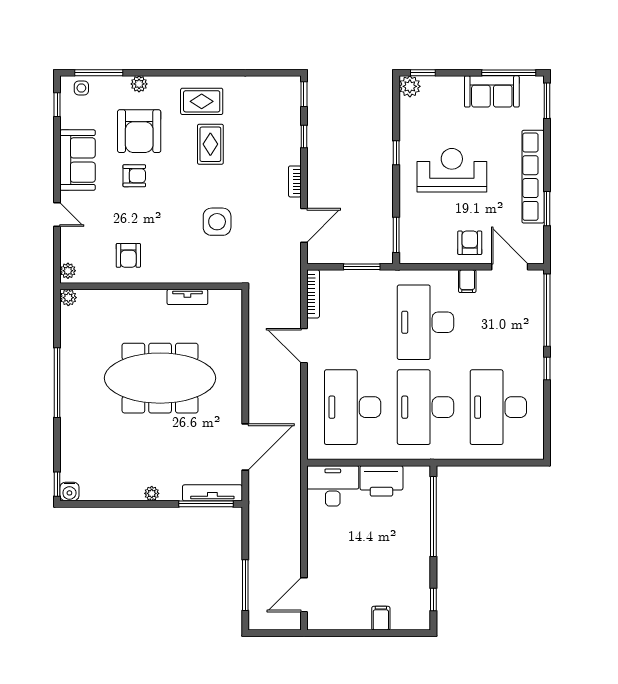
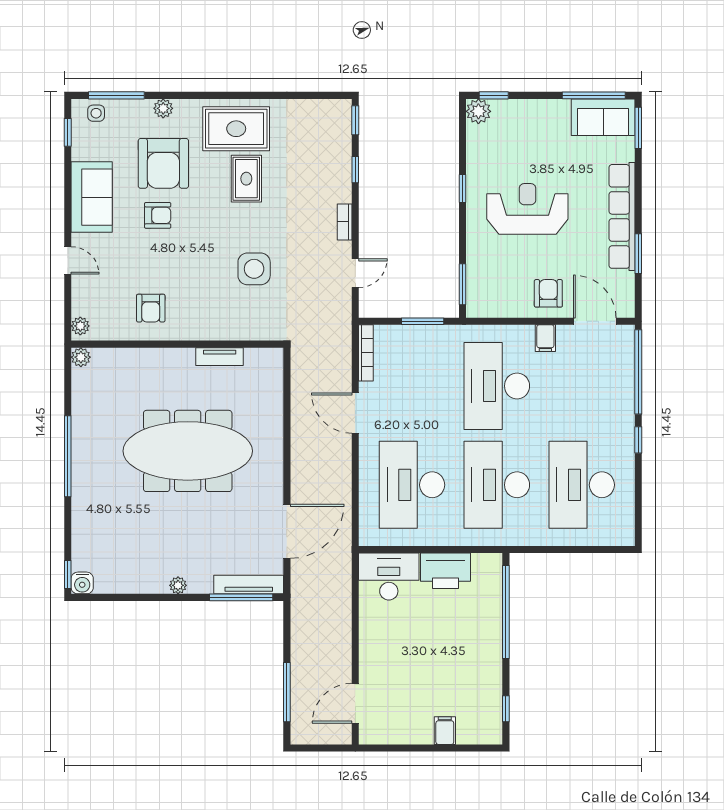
sofa: (492, 91) -> (603, 117), moved
rug: (202, 101) -> (236, 129), width x1.36, depth x1.43
door: (304, 225) -> (355, 273), width x0.73

